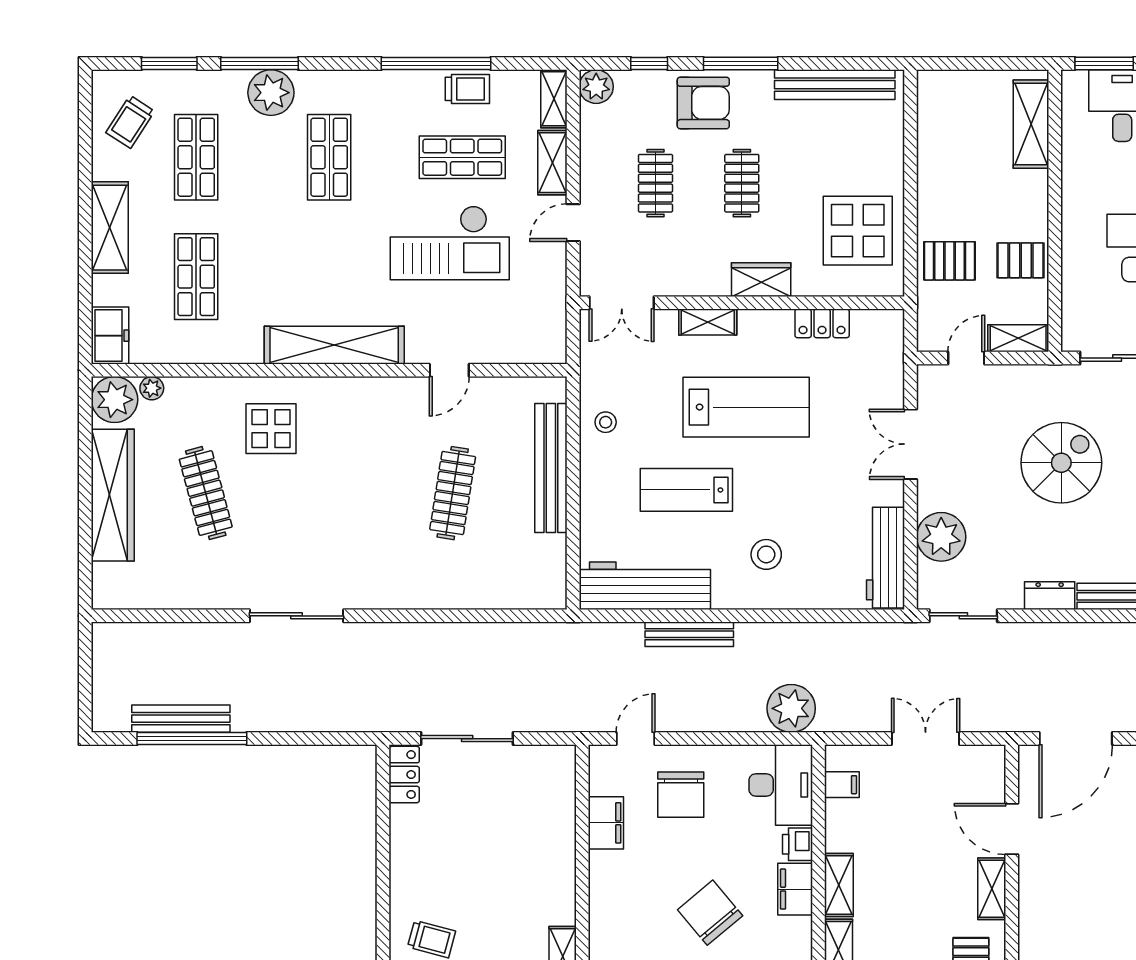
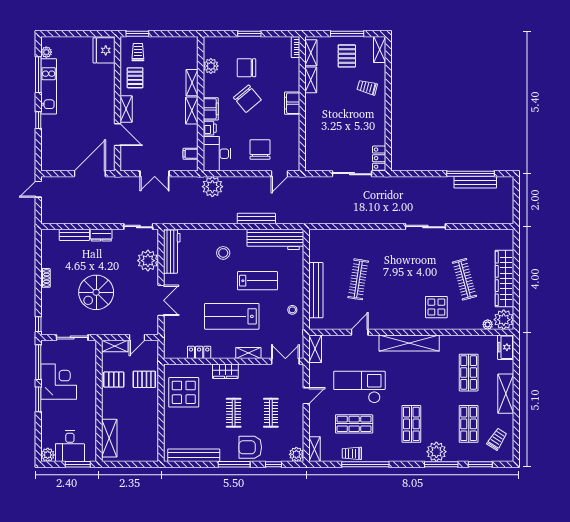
shelving: (552, 163) -> (315, 349), moved
filing cabinet: (606, 823) -> (292, 103), moved

